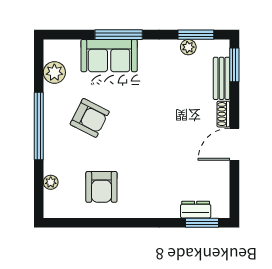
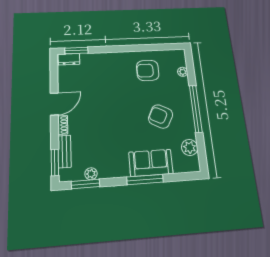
armchair: (101, 187) -> (148, 70), turned -90
dresser: (196, 210) -> (69, 59), moved

